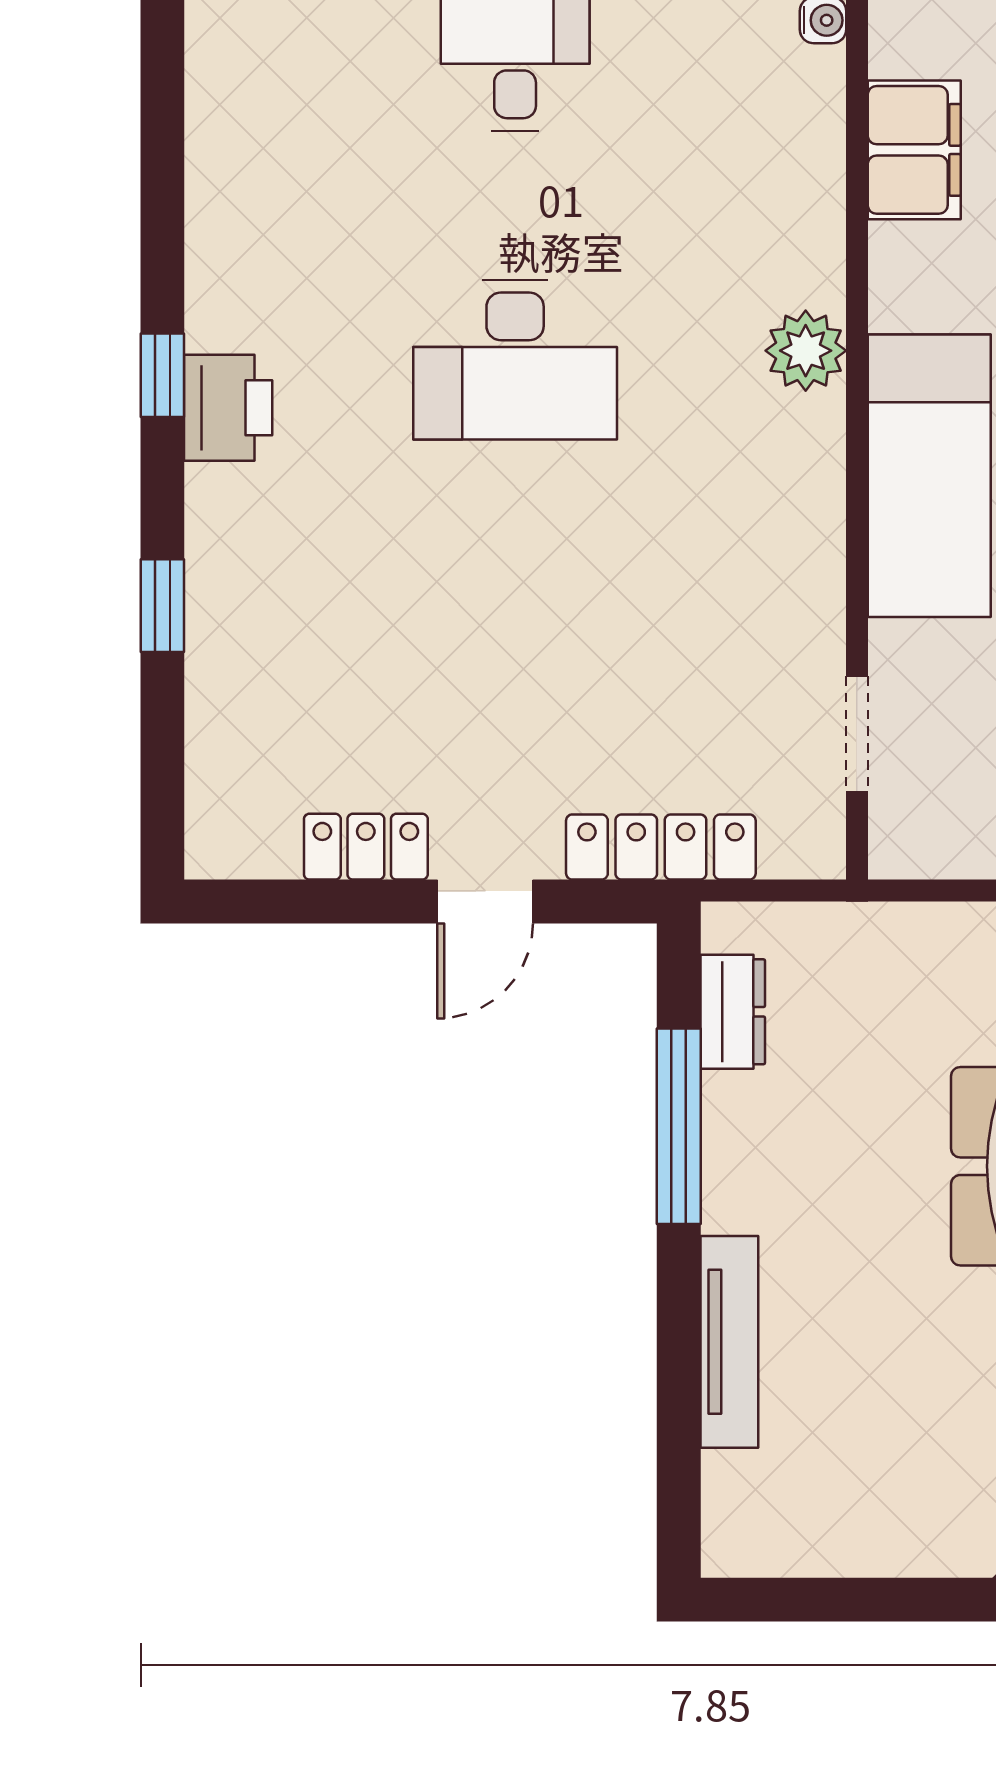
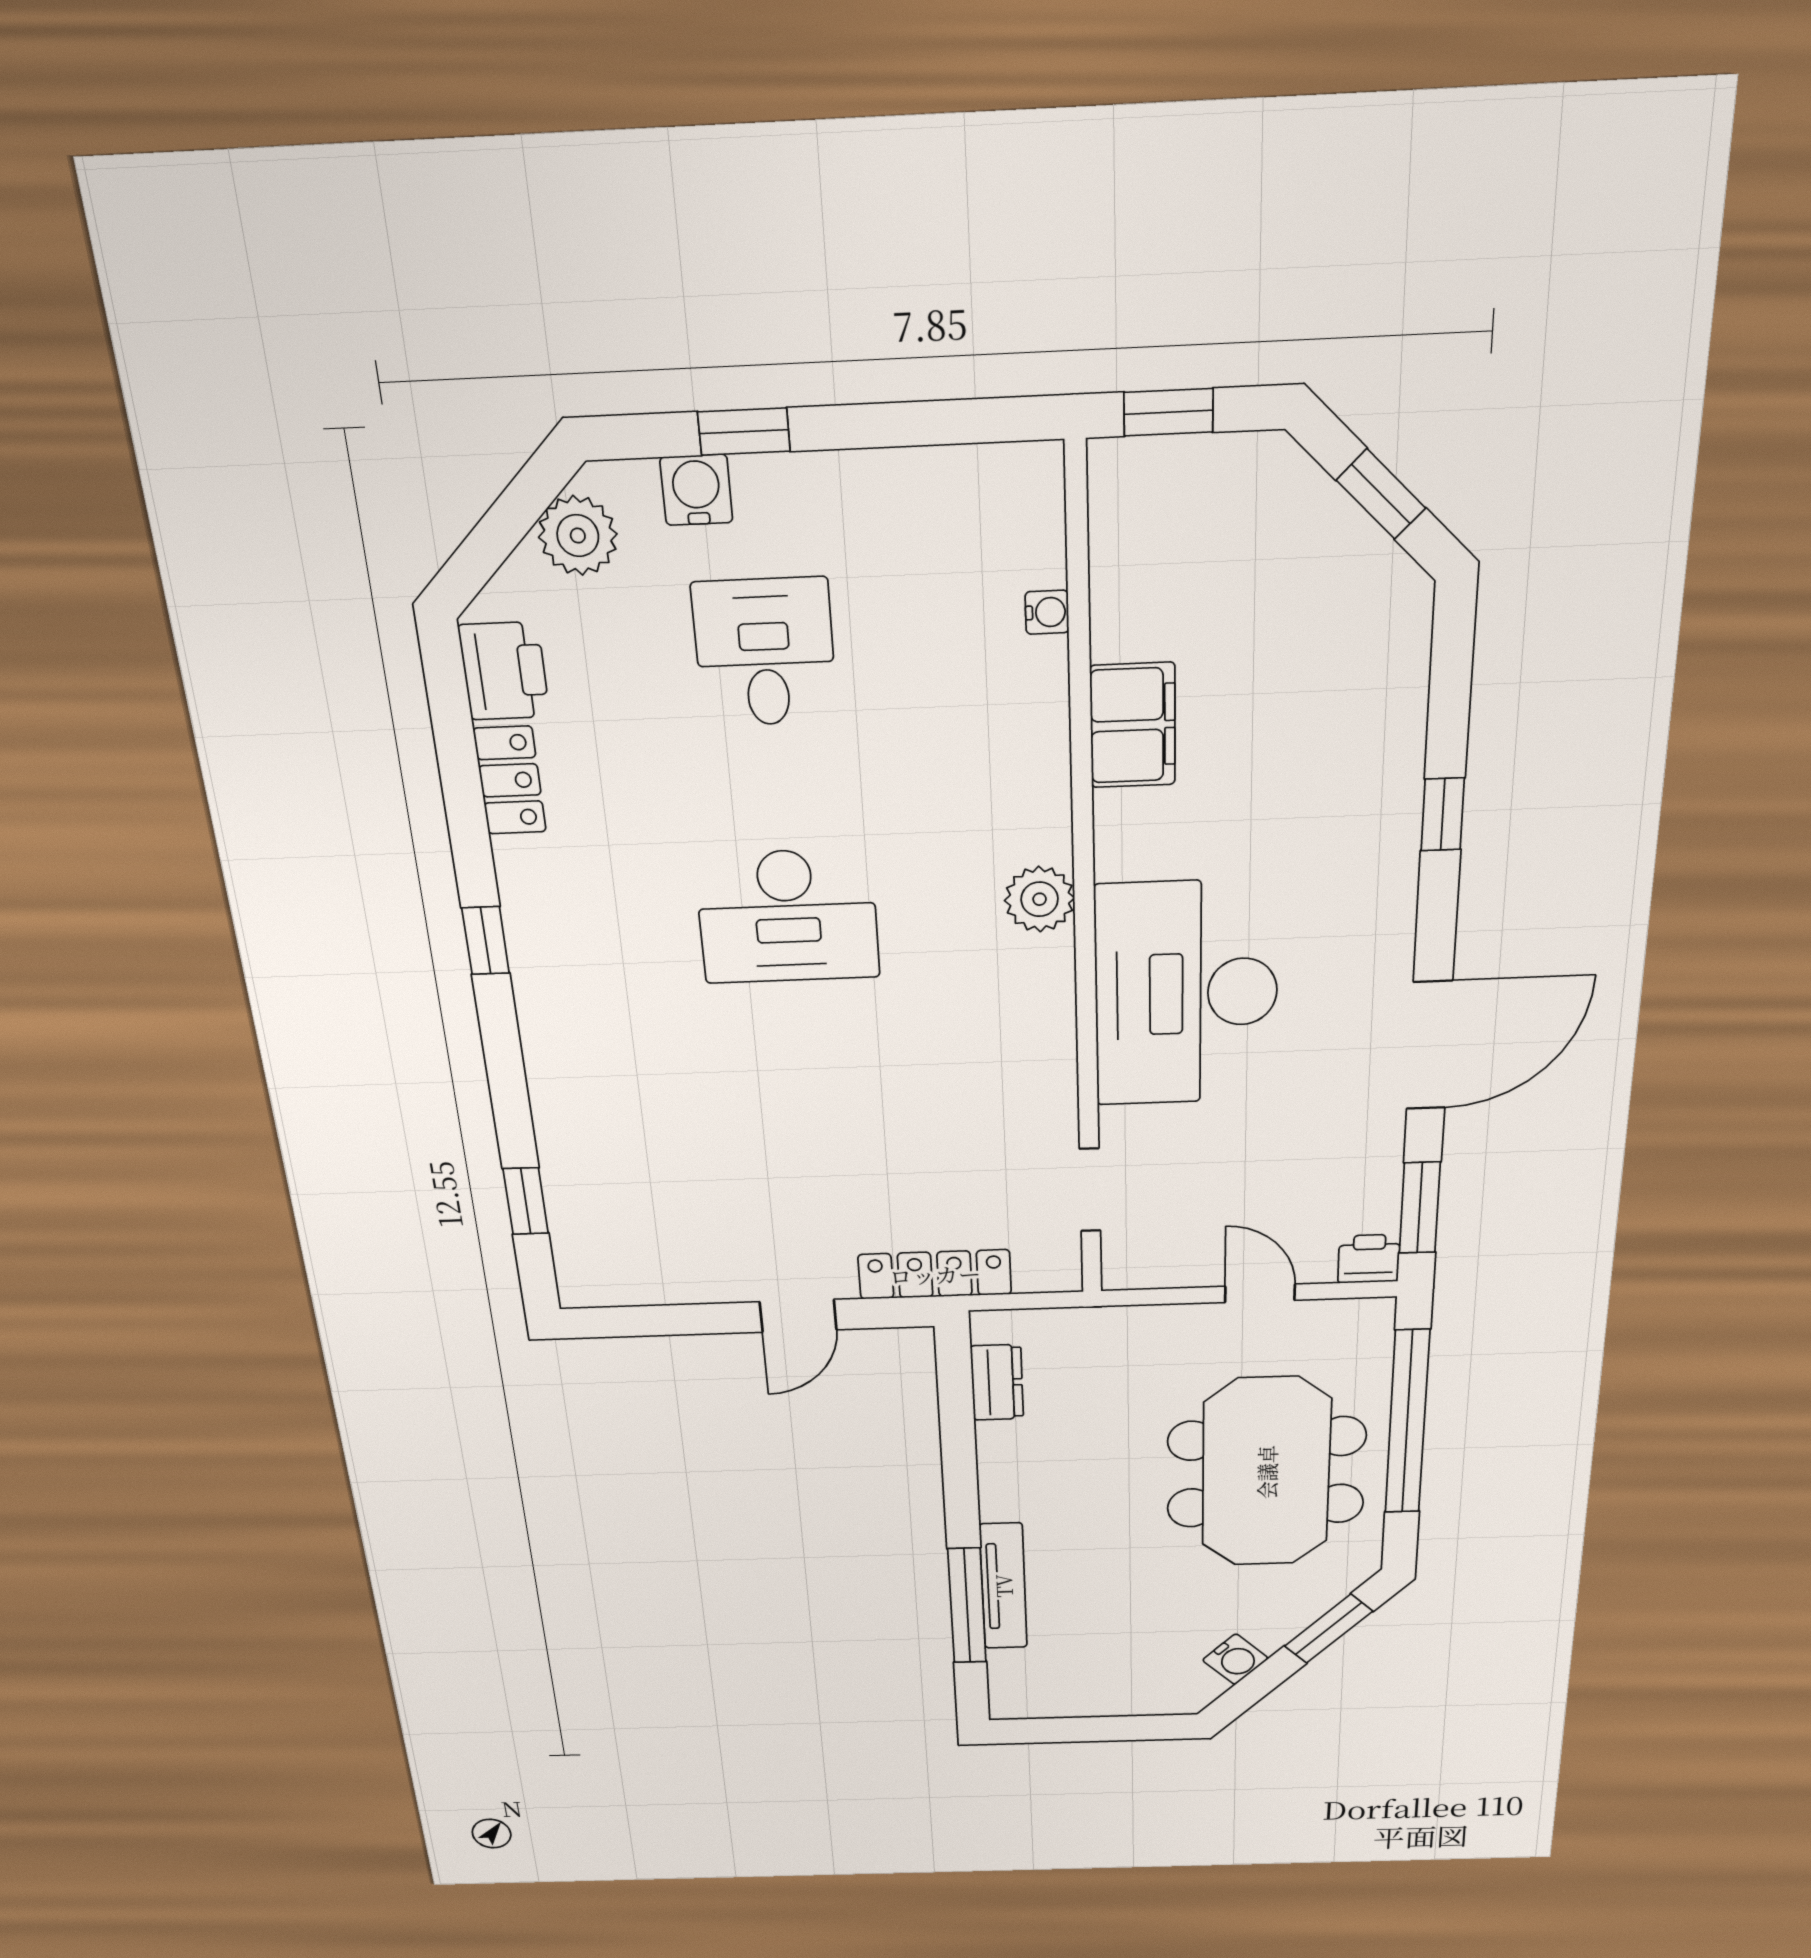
printer: (228, 408) -> (504, 671), moved
window: (162, 606) -> (526, 1201), moved
locker: (366, 847) -> (510, 780), moved, turned 90
window: (679, 1126) -> (967, 1606), moved

